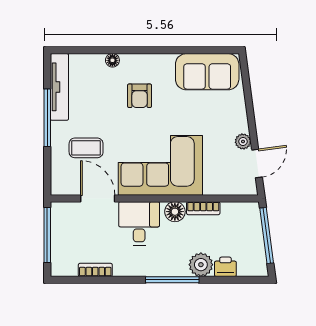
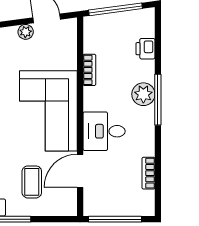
floor lamp: (175, 212) -> (93, 97), removed
plant: (201, 265) -> (143, 94), moved

